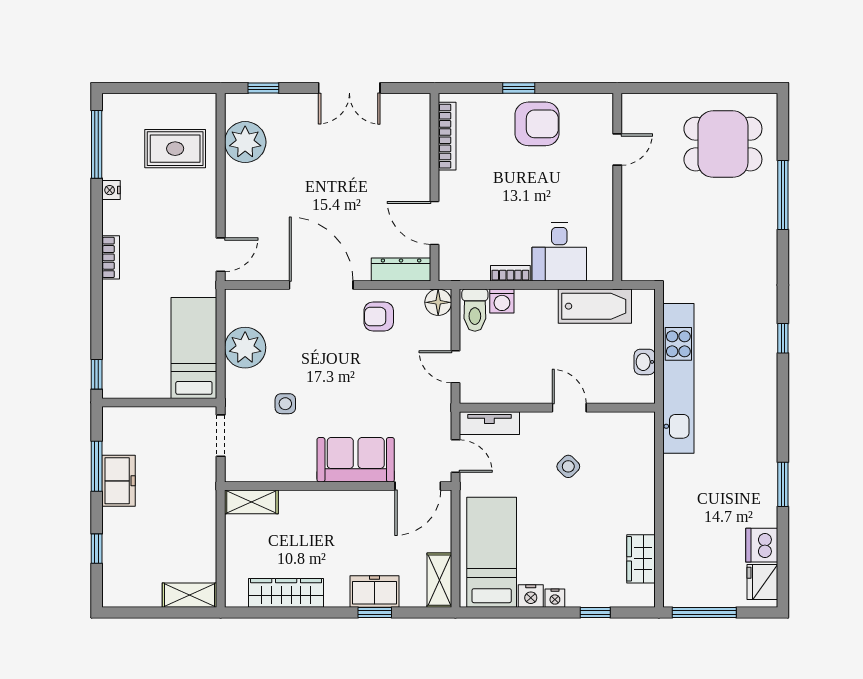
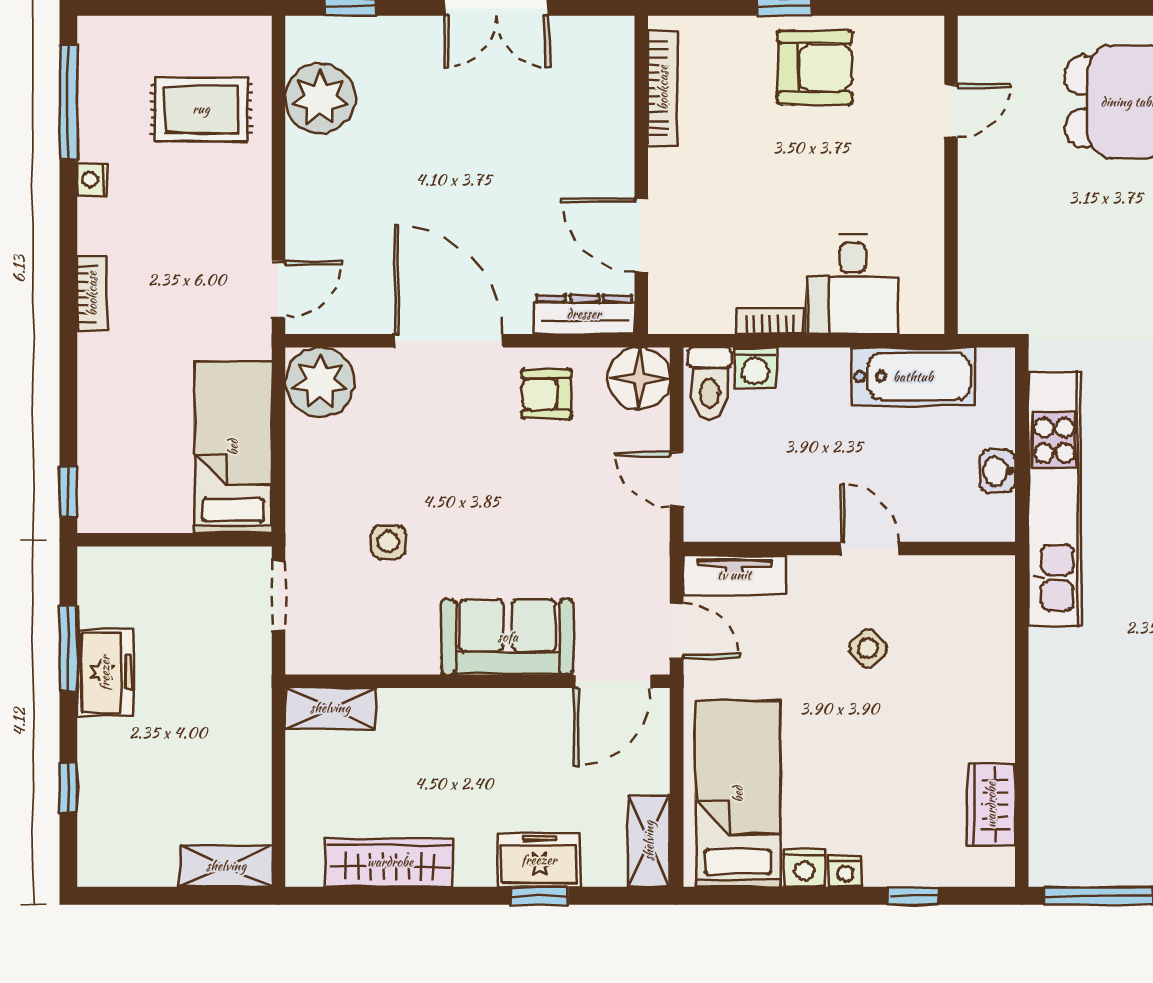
floor lamp: (438, 302) -> (639, 378), width x1.38, depth x1.38
plant: (245, 348) -> (320, 382), moved

